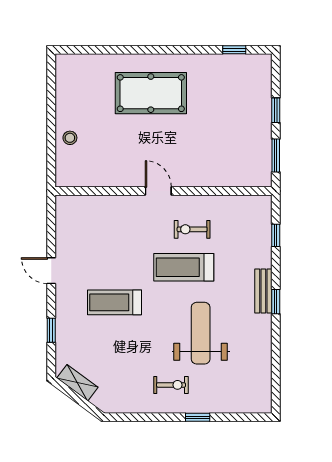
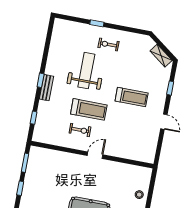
door: (158, 191) -> (95, 155), swing flipped
weight bench: (201, 333) -> (86, 71), turned 180

